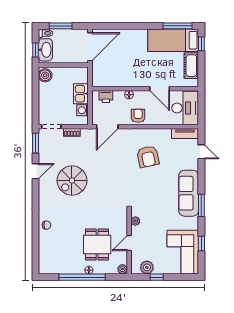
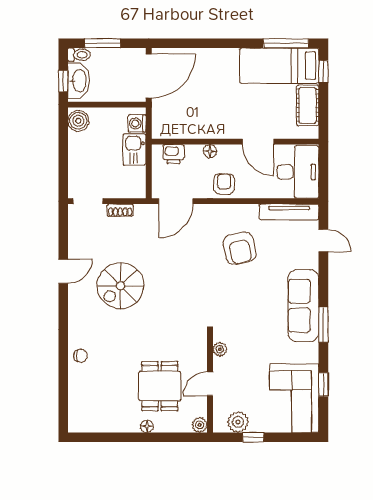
washing machine: (83, 110) -> (137, 123), moved
tv unit: (185, 134) -> (289, 212), width x1.41
window: (36, 143) -> (63, 227), removed
window: (82, 277) -> (136, 437), removed

